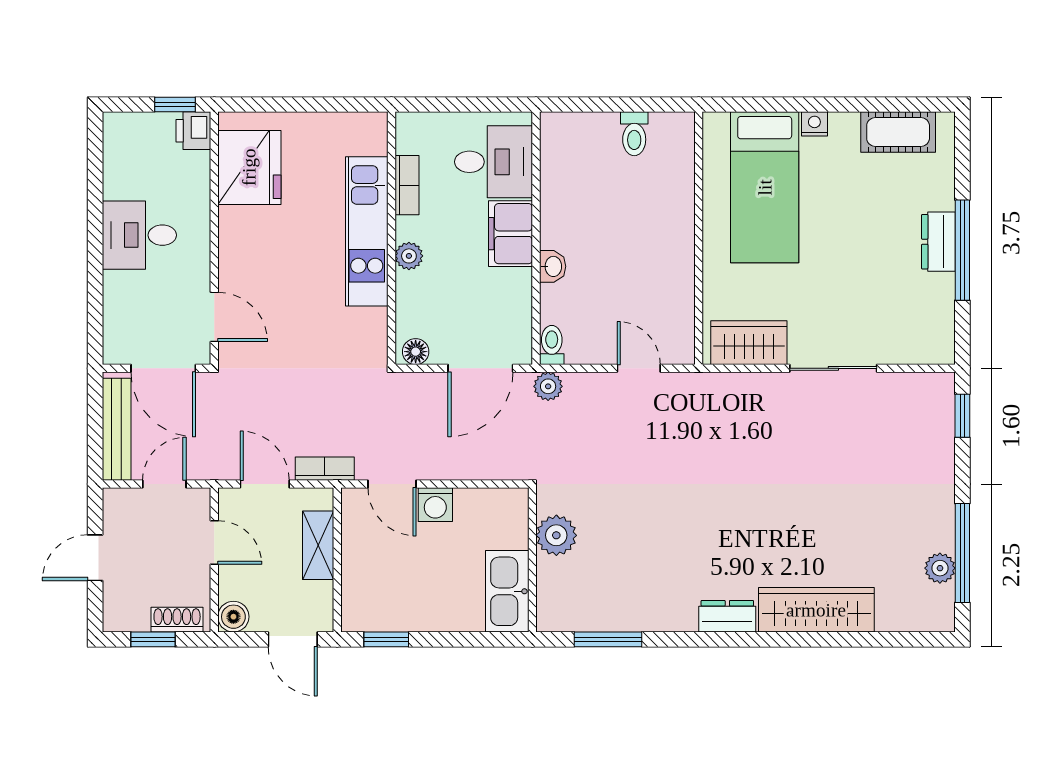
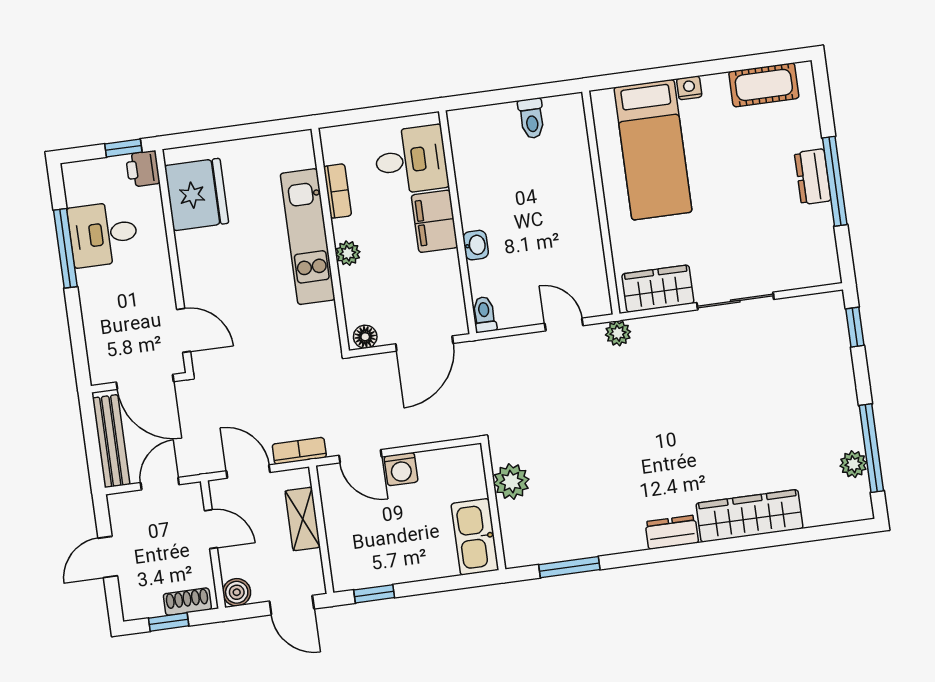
window: (95, 207) -> (65, 248), added
desk: (139, 235) -> (103, 234), moved
plant: (548, 386) -> (618, 333), moved

